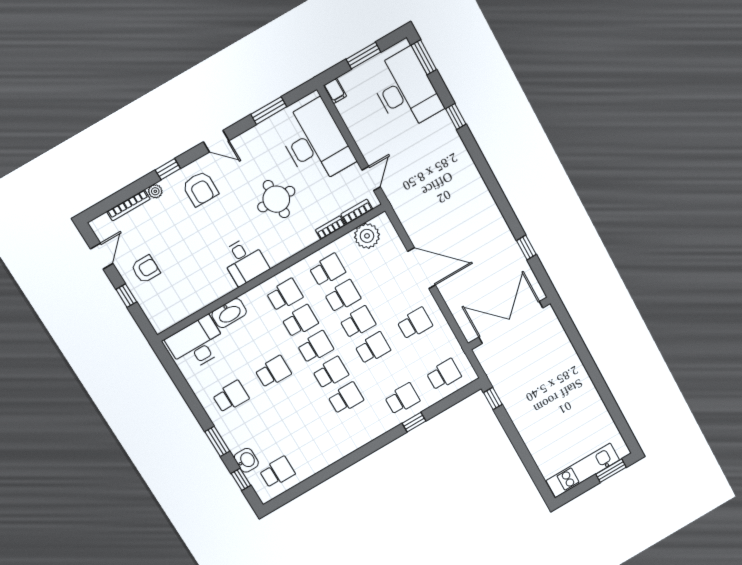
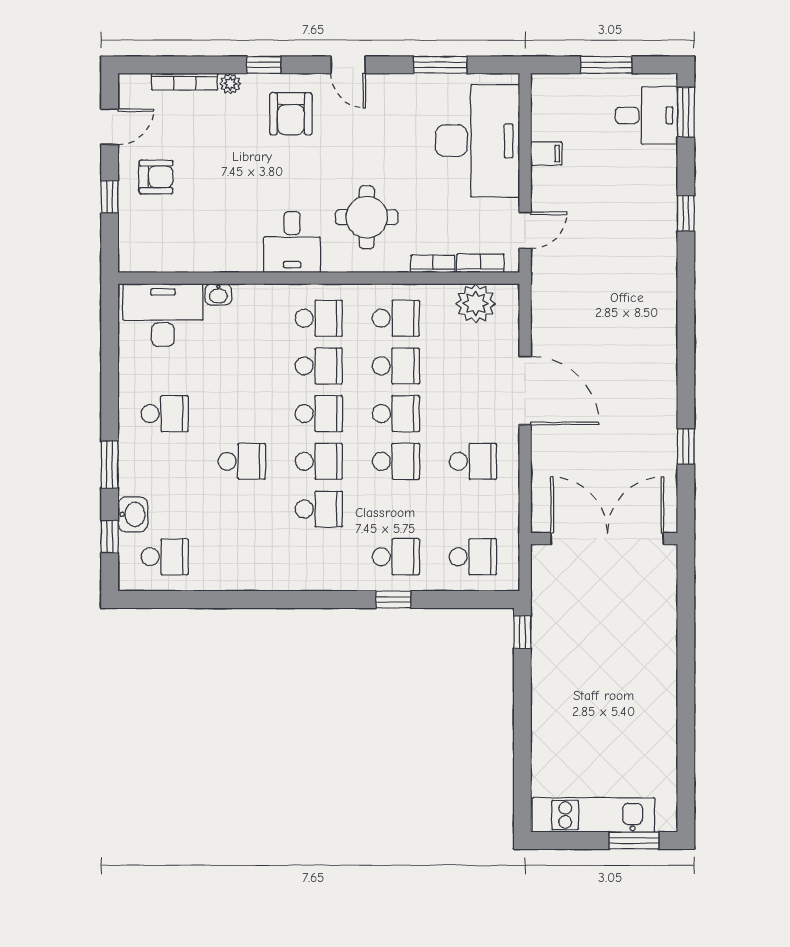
desk: (405, 90) -> (646, 115), width x0.53, depth x0.77
filing cabinet: (335, 91) -> (546, 153), moved, turned -90
round table: (276, 199) -> (367, 217), moved
washbasin: (229, 313) -> (218, 294), width x0.52, depth x0.69
school desk: (273, 372) -> (242, 461), moved

